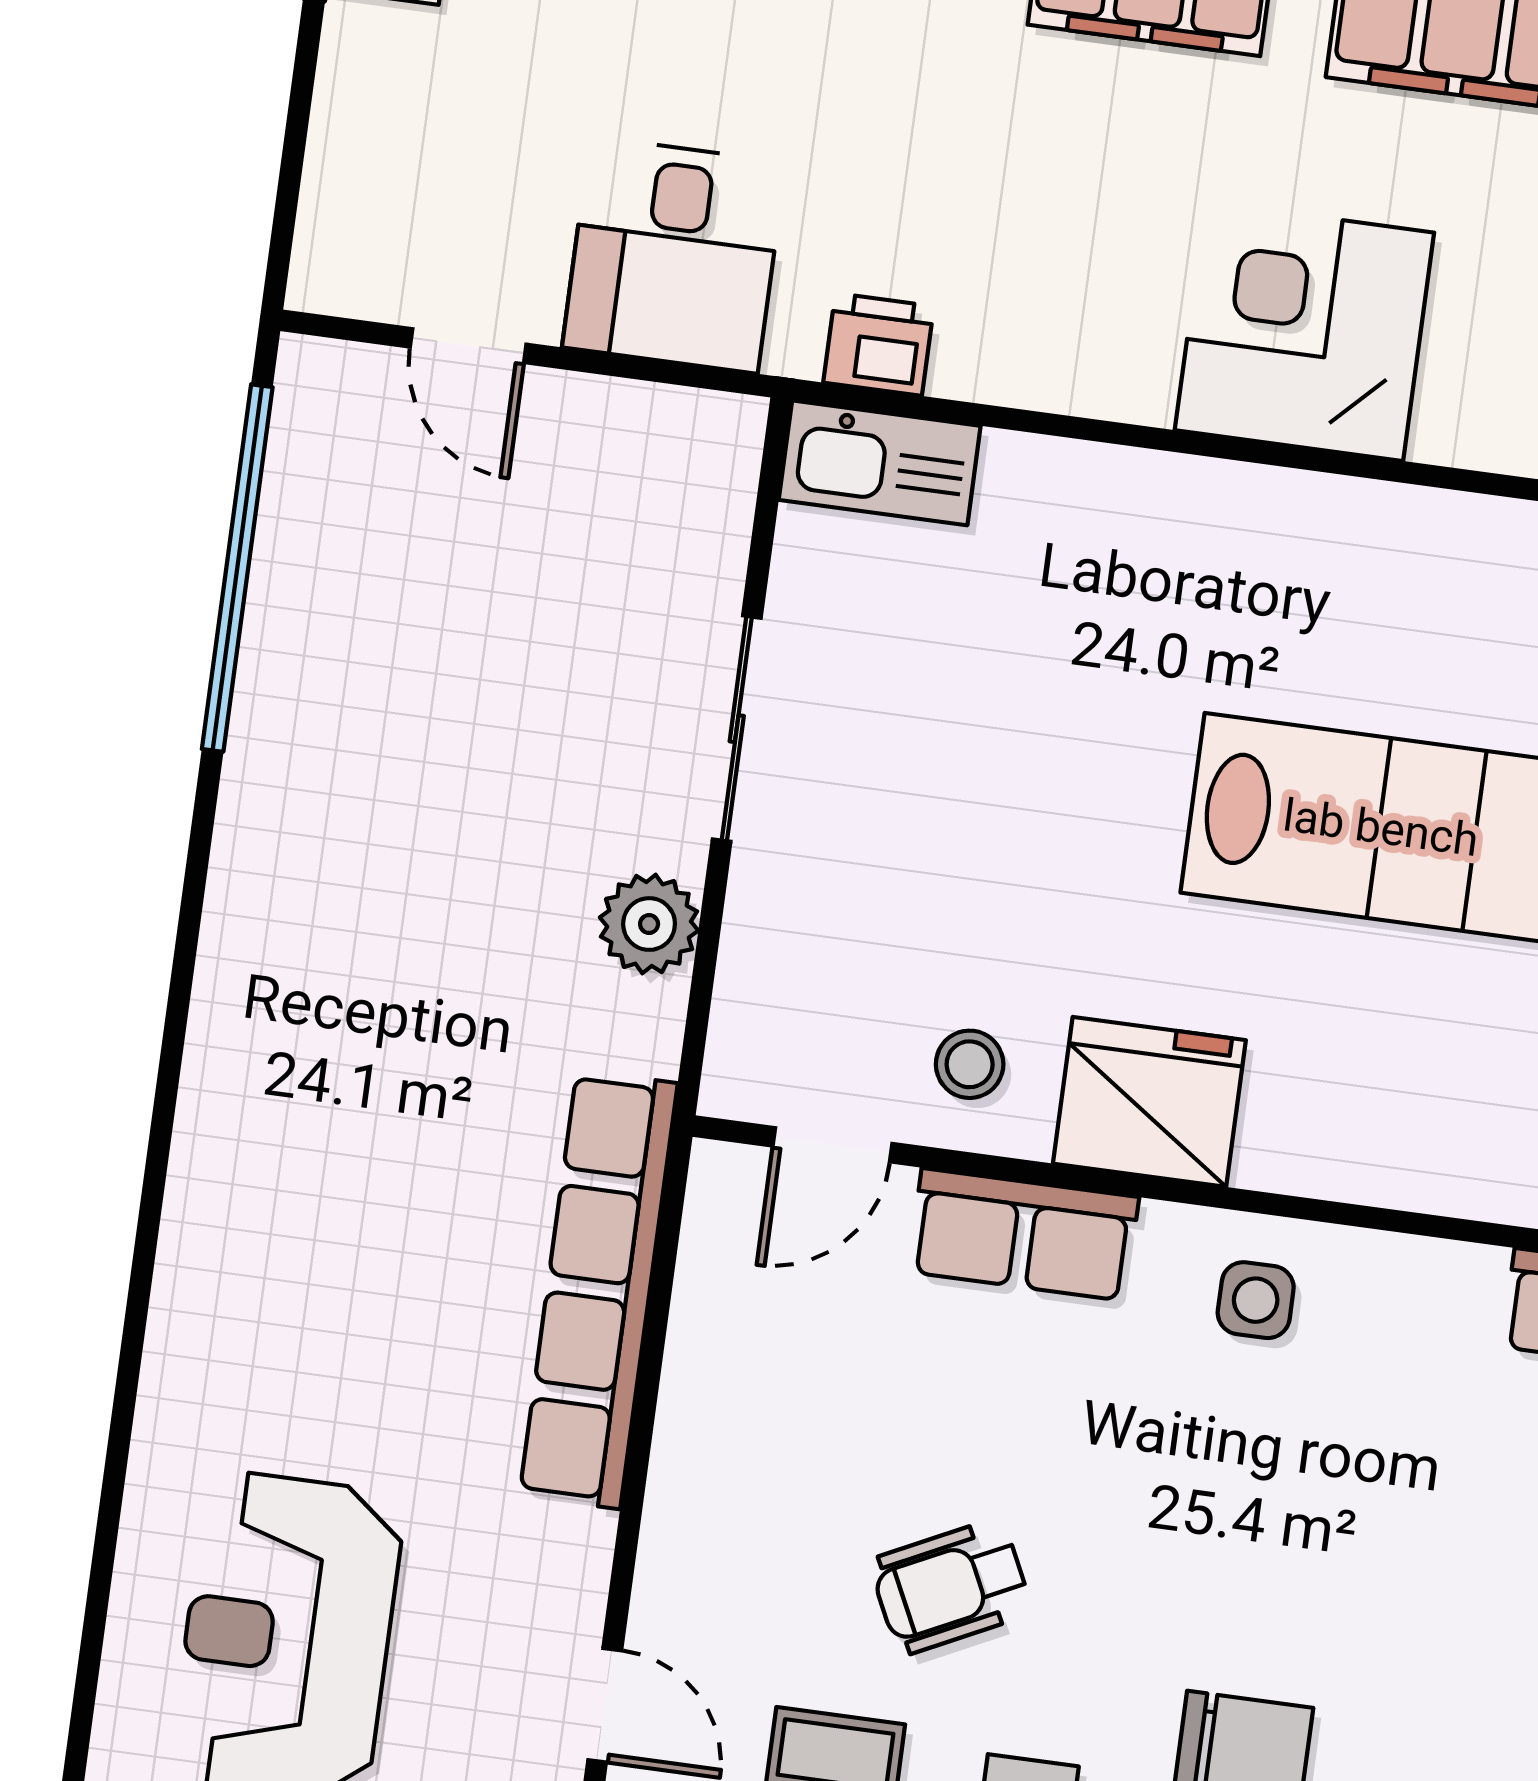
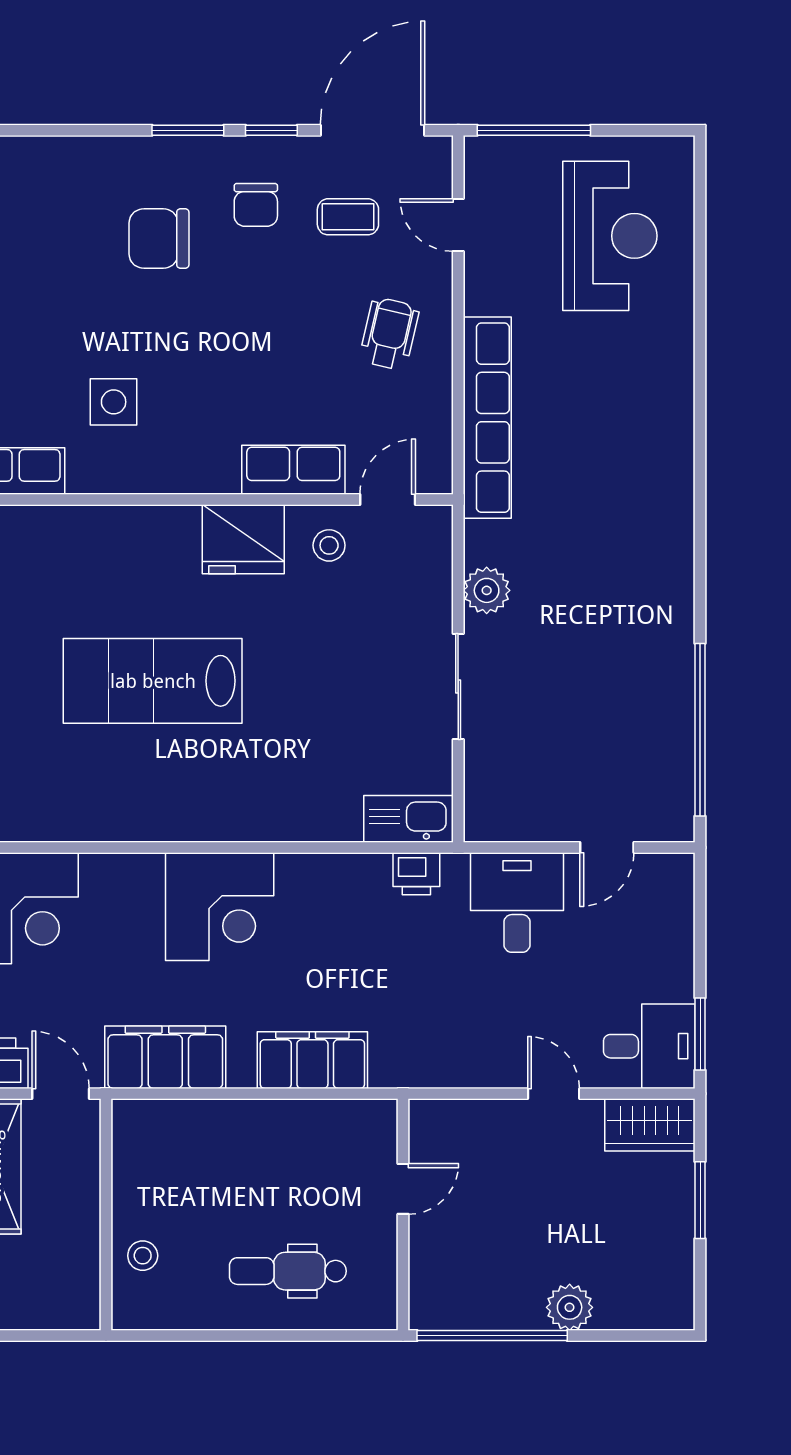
door: (468, 346) -> (607, 847), swing flipped
side table: (1256, 1300) -> (114, 402), moved, width x1.37, depth x1.37
wheelchair: (951, 1587) -> (389, 334), moved, turned -51

